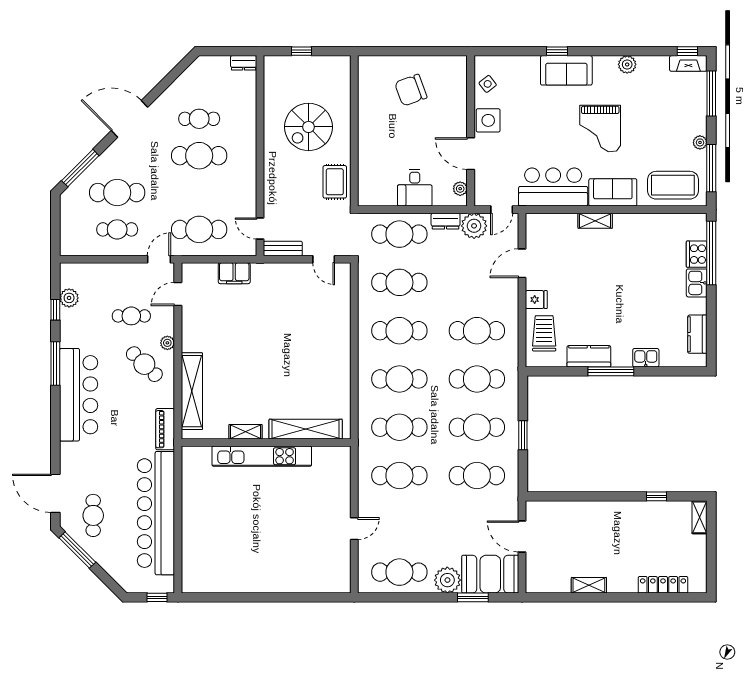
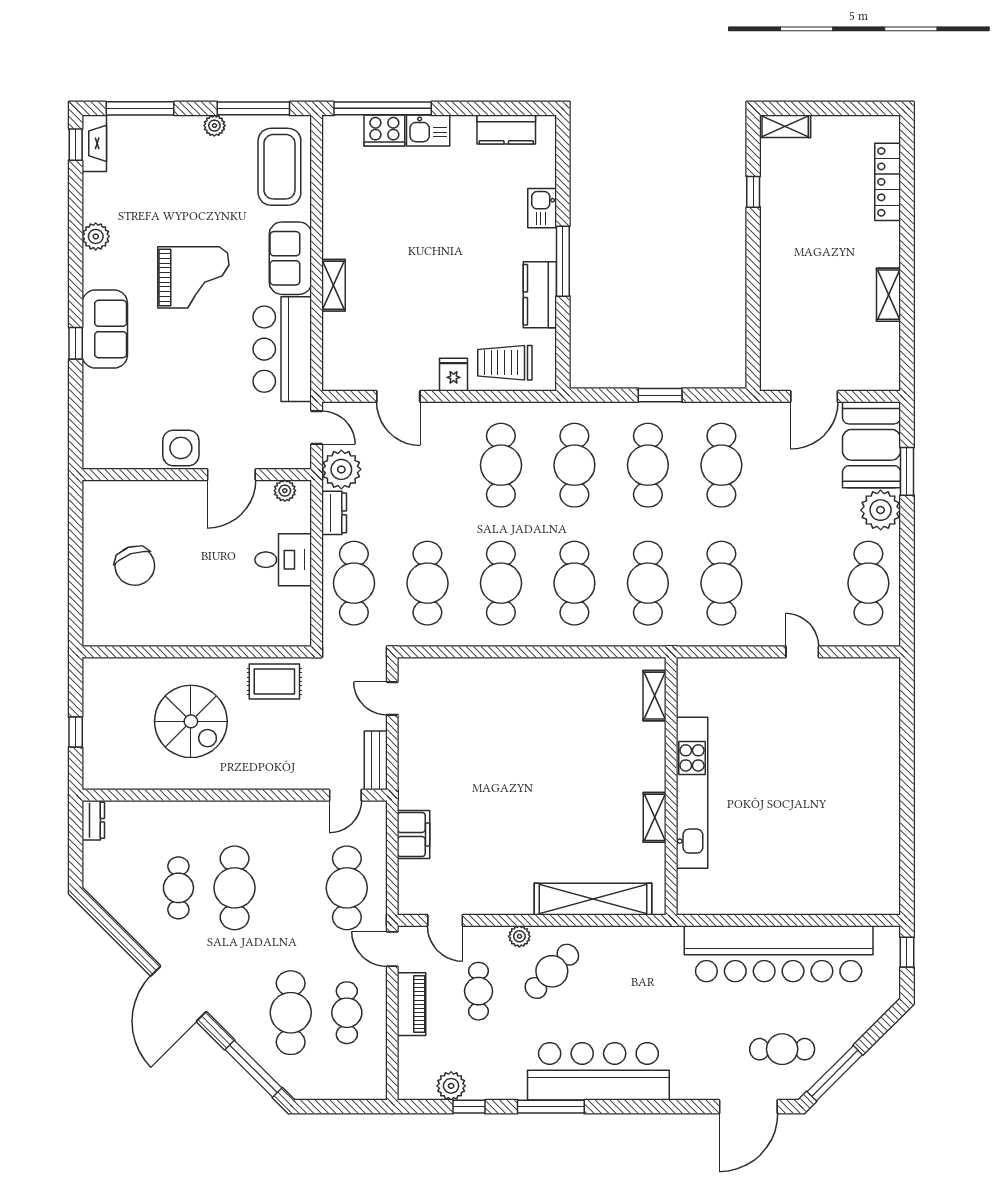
side table: (488, 84) -> (125, 449), removed
door: (324, 259) -> (392, 698), swing flipped
piano: (165, 429) -> (412, 1004), moved, turned -90
shelving: (306, 429) -> (655, 696), width x0.45, depth x0.75

